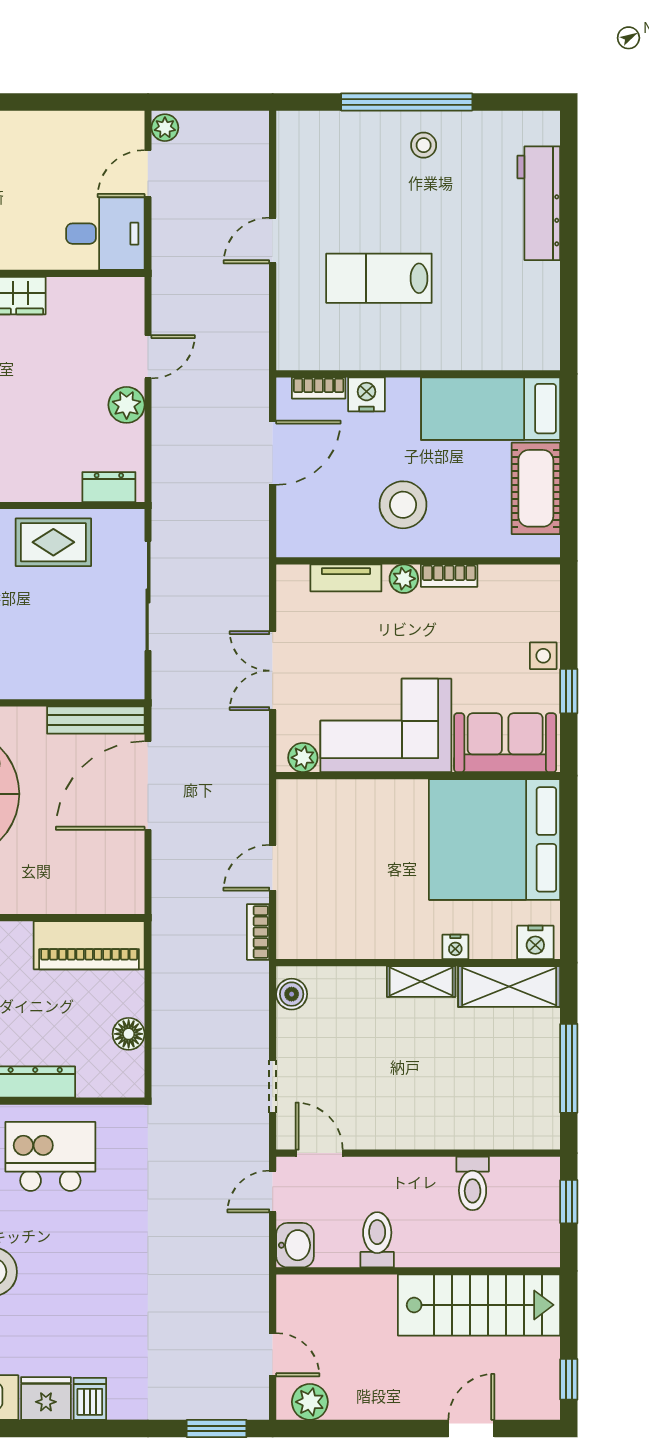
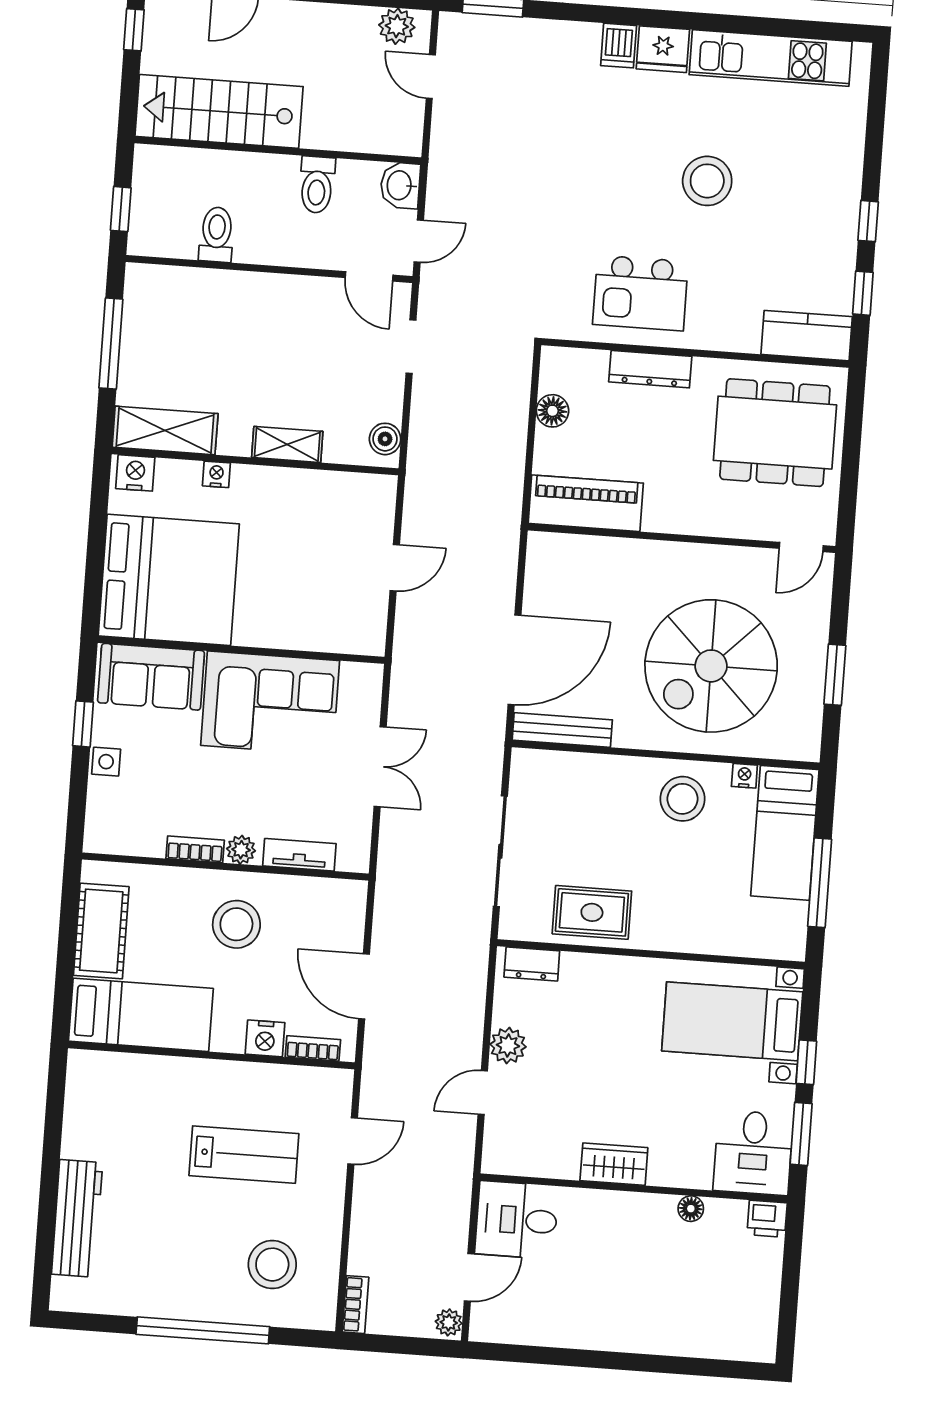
stool: (424, 145) -> (272, 1265), moved, width x1.89, depth x1.89
door: (273, 240) -> (353, 1141), moved
door: (273, 453) -> (364, 986), hinge flipped
plant: (303, 758) -> (356, 677), removed
bookcase: (258, 932) -> (356, 1305), moved
shelving: (421, 982) -> (287, 444), moved

